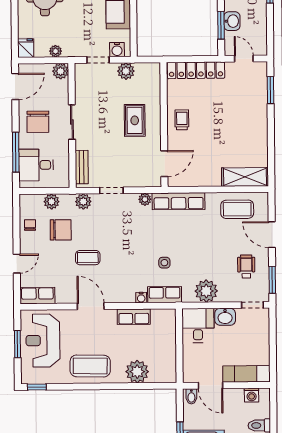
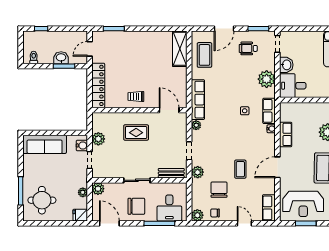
plant: (51, 202) -> (197, 215), moved

